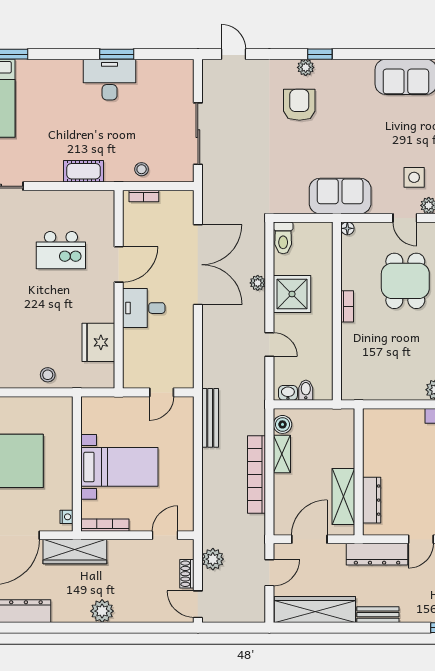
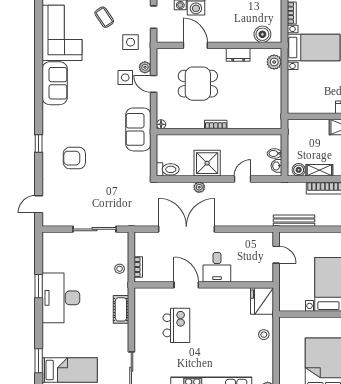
plant: (306, 67) -> (48, 154), removed
desk: (110, 80) -> (61, 298), width x1.36, depth x1.30
door: (405, 218) -> (154, 84), swing flipped
fridge: (98, 342) -> (262, 301), moved, turned 90

